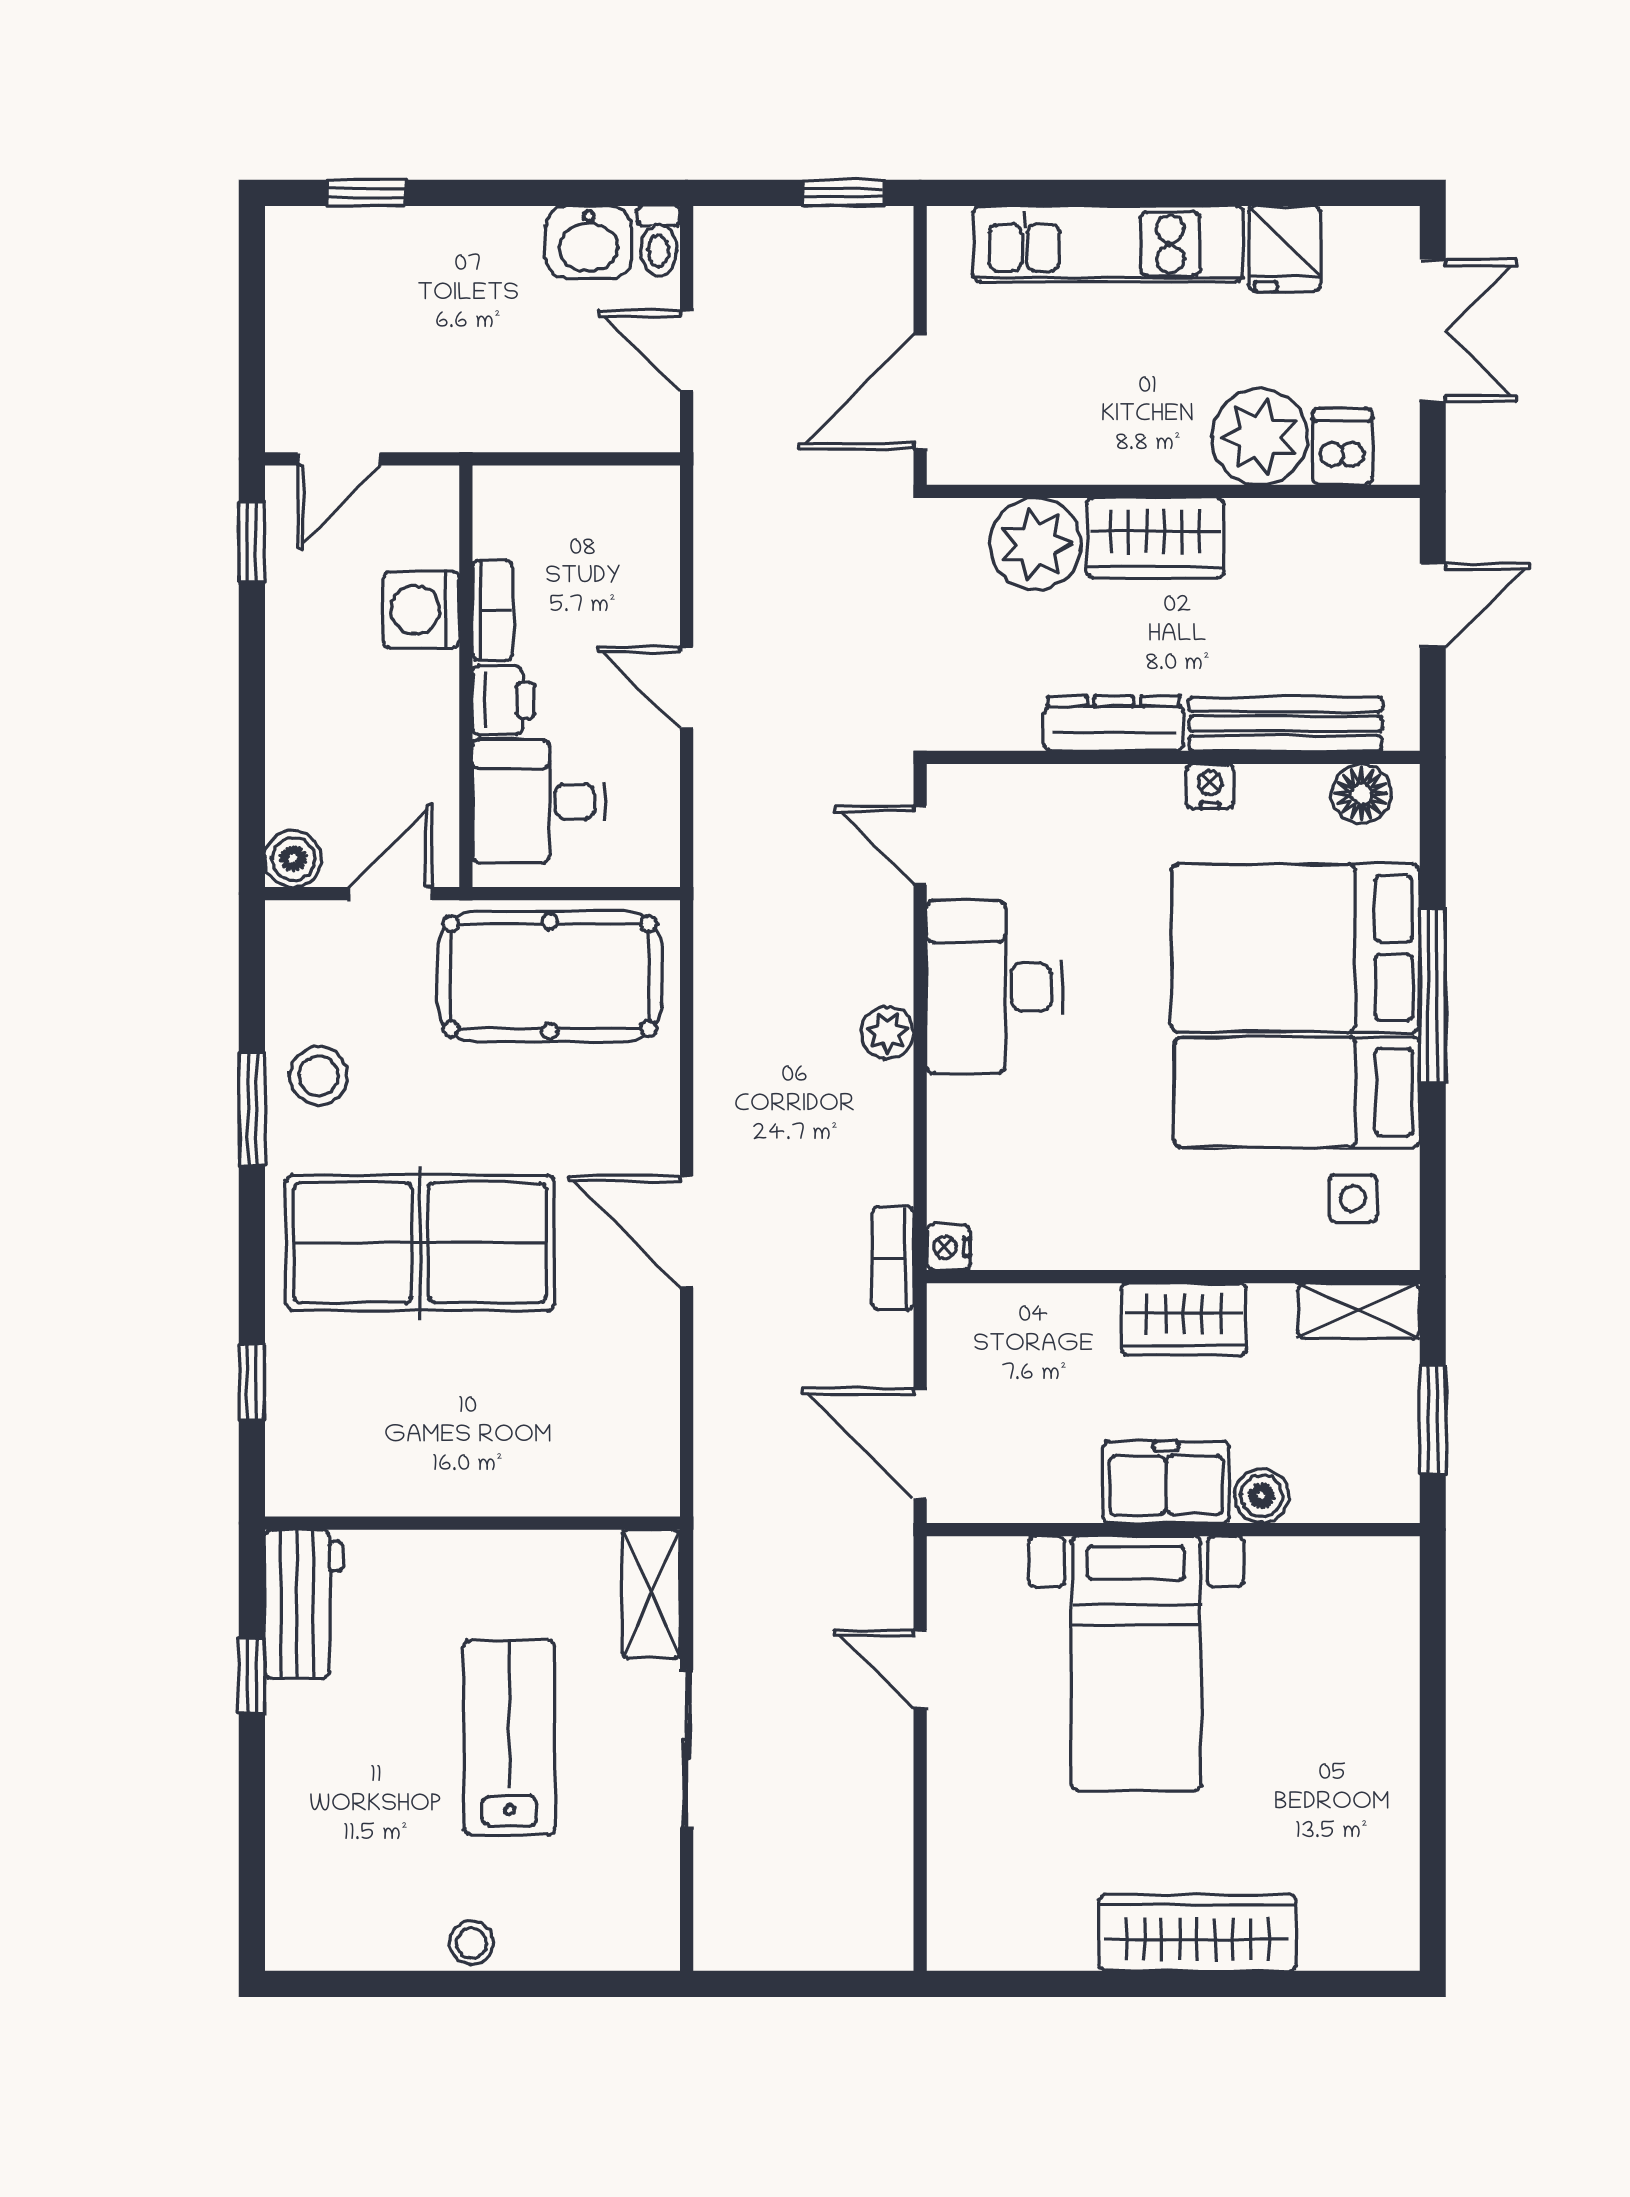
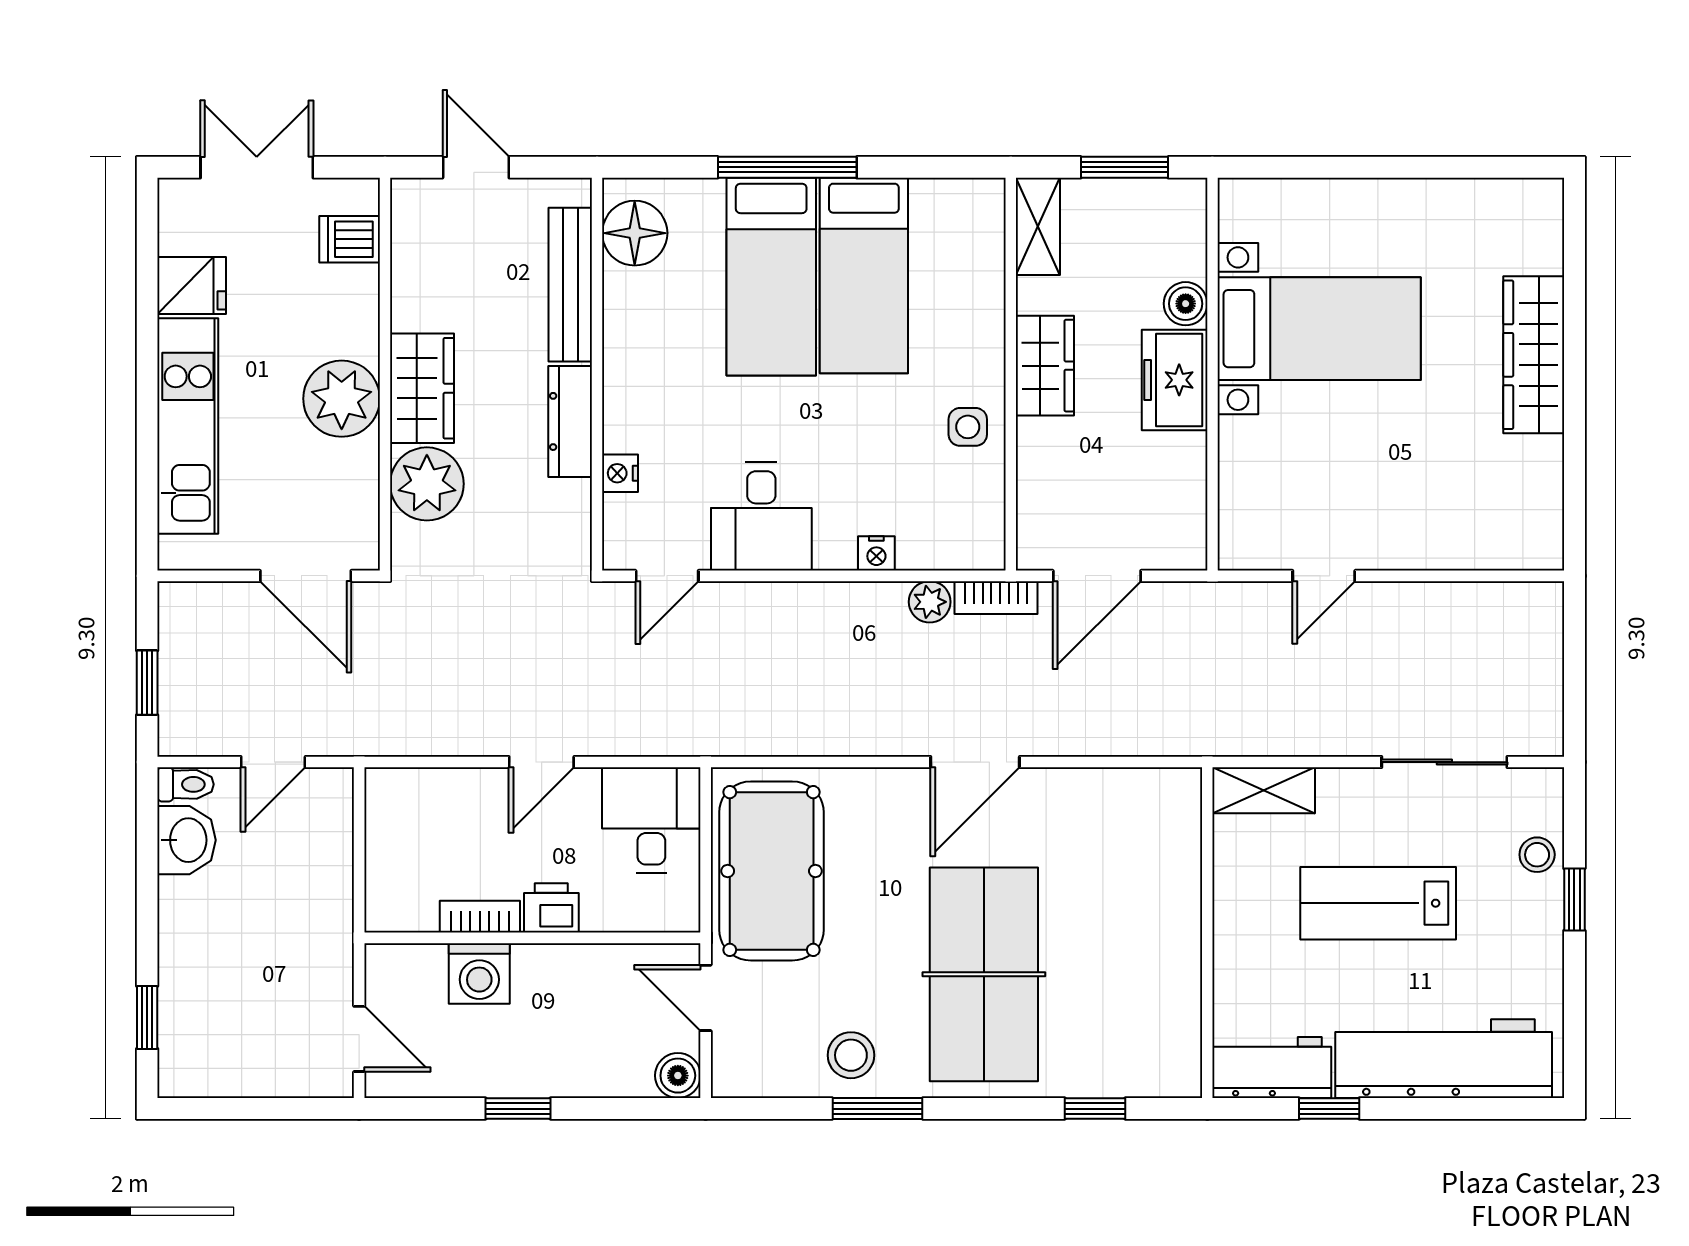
window: (843, 193) -> (147, 683), moved
plant: (1260, 437) -> (342, 399), moved
window: (252, 542) -> (518, 1109), moved
nightstand: (1210, 786) -> (620, 473), moved
floor lamp: (1361, 794) -> (635, 233), width x1.38, depth x1.38
desk: (539, 801) -> (651, 820), moved, turned 180
bed: (1296, 948) -> (771, 277), width x0.67
desk: (995, 987) -> (761, 517), width x0.73
plant: (888, 1033) -> (930, 602), moved
side table: (1353, 1198) -> (968, 427), moved
nightstand: (948, 1247) -> (876, 553), moved
door: (920, 1444) -> (1097, 576), moved
bed with nightstands: (1136, 1663) -> (1319, 329), moved
sliding door: (687, 1749) -> (1444, 762), moved
workbench: (314, 1820) -> (1444, 1059), added
stool: (471, 1943) -> (1537, 855), moved
window: (514, 1984) -> (1574, 900), added

